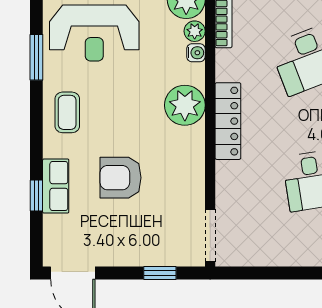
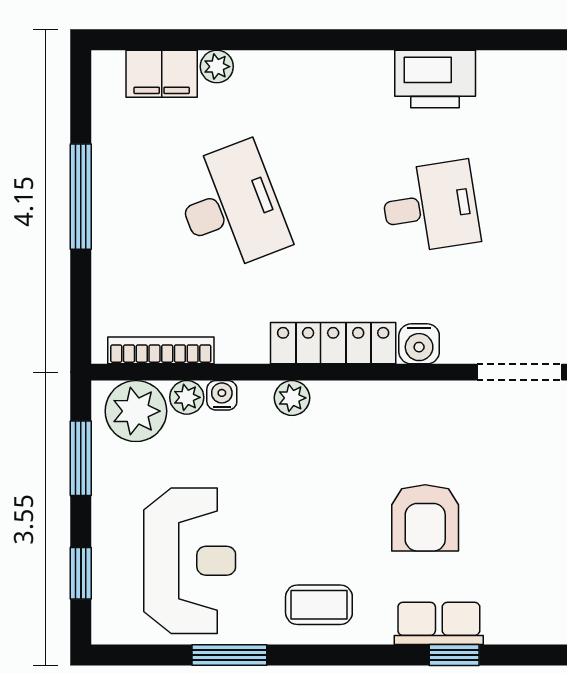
plant: (185, 105) -> (292, 398), width x0.53, depth x0.53
water cooler: (228, 174) -> (419, 344), added

